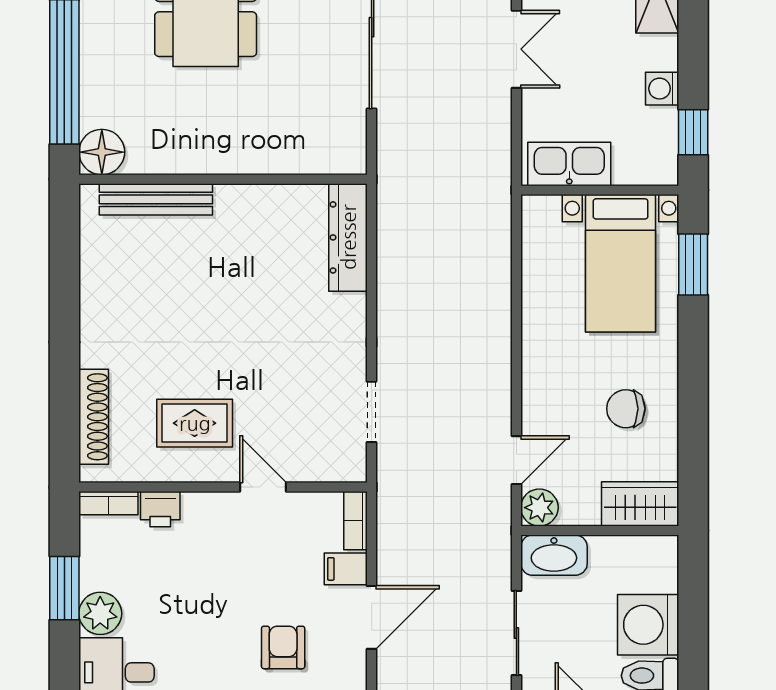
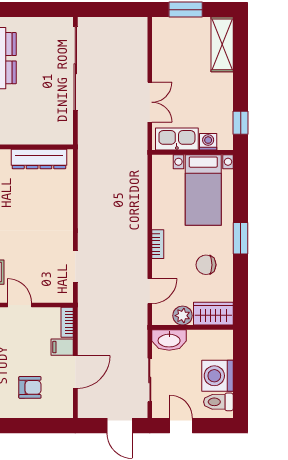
double door: (516, 49) -> (150, 102), moved
washing machine: (662, 89) -> (208, 142), moved, turned 90
dresser: (348, 237) -> (39, 159), moved, turned -90
window: (693, 265) -> (241, 238), moved
bookcase: (532, 369) -> (158, 244), added
plant: (539, 508) -> (183, 316), moved
armchair: (283, 647) -> (30, 387), turned 90

